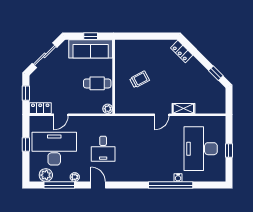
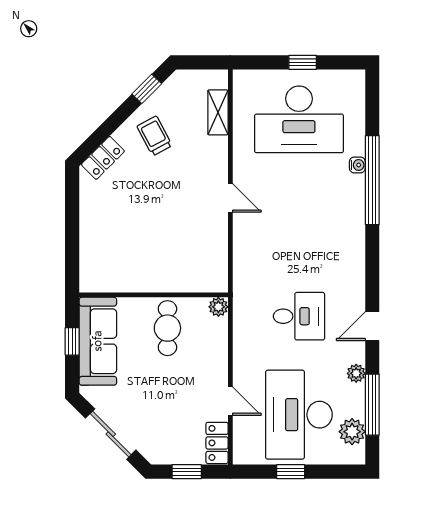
trolley: (140, 79) -> (154, 136), moved
shelving: (183, 108) -> (218, 112), moved

